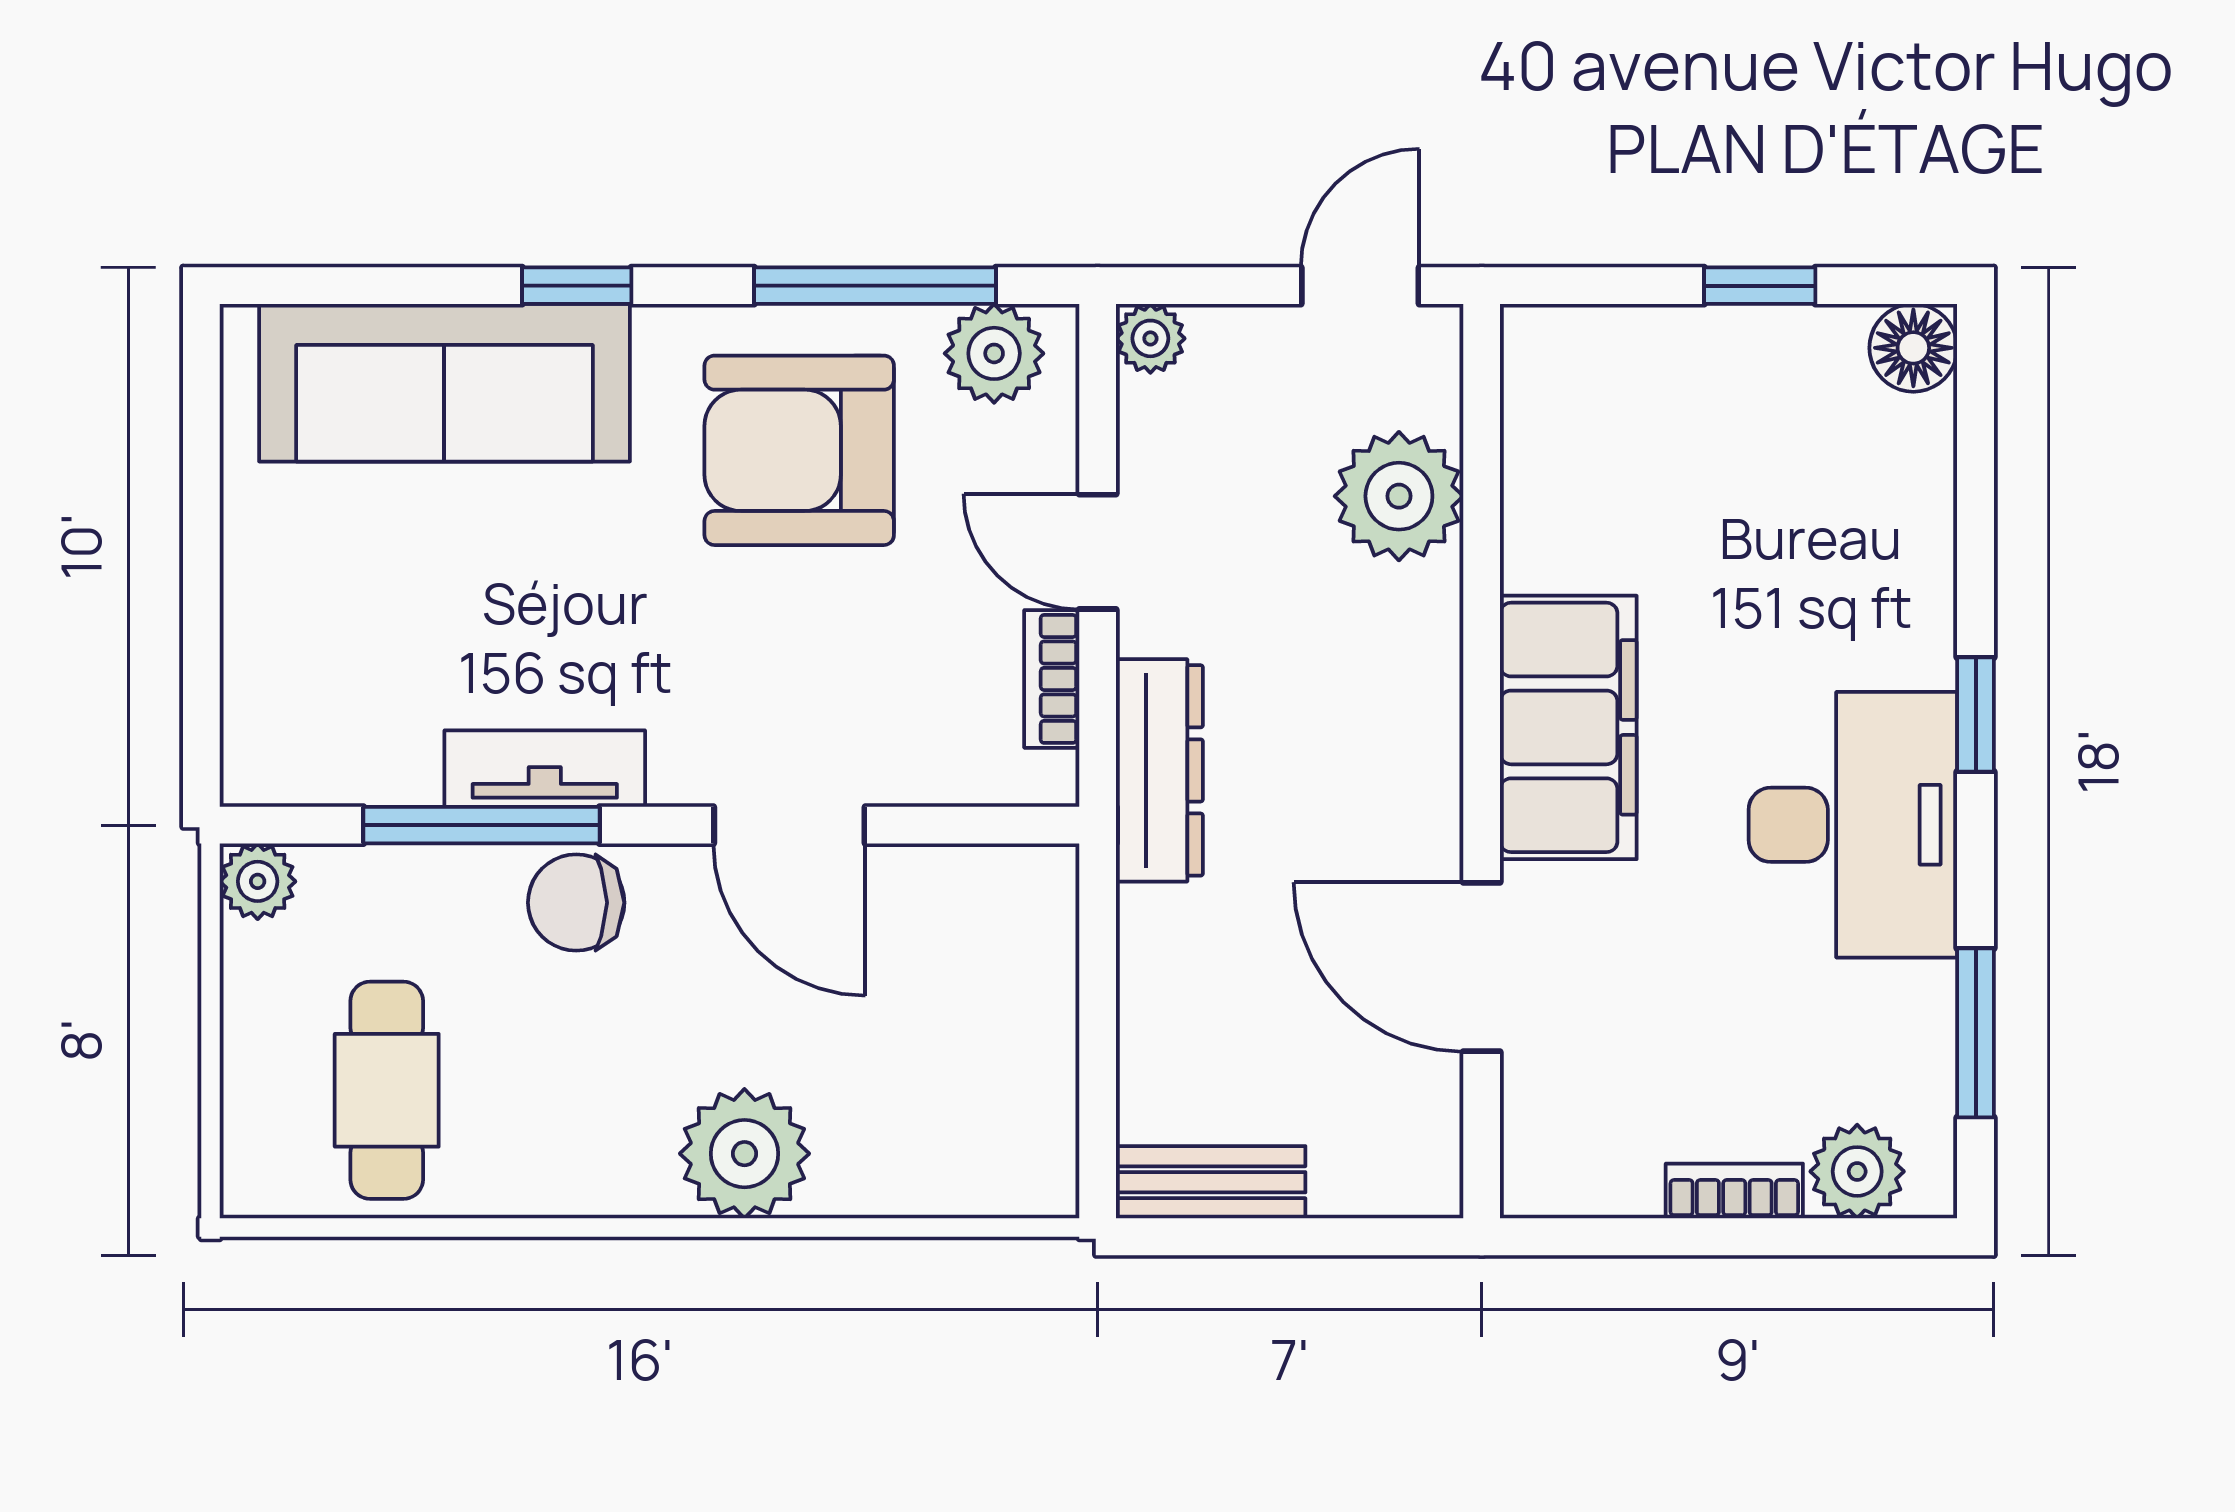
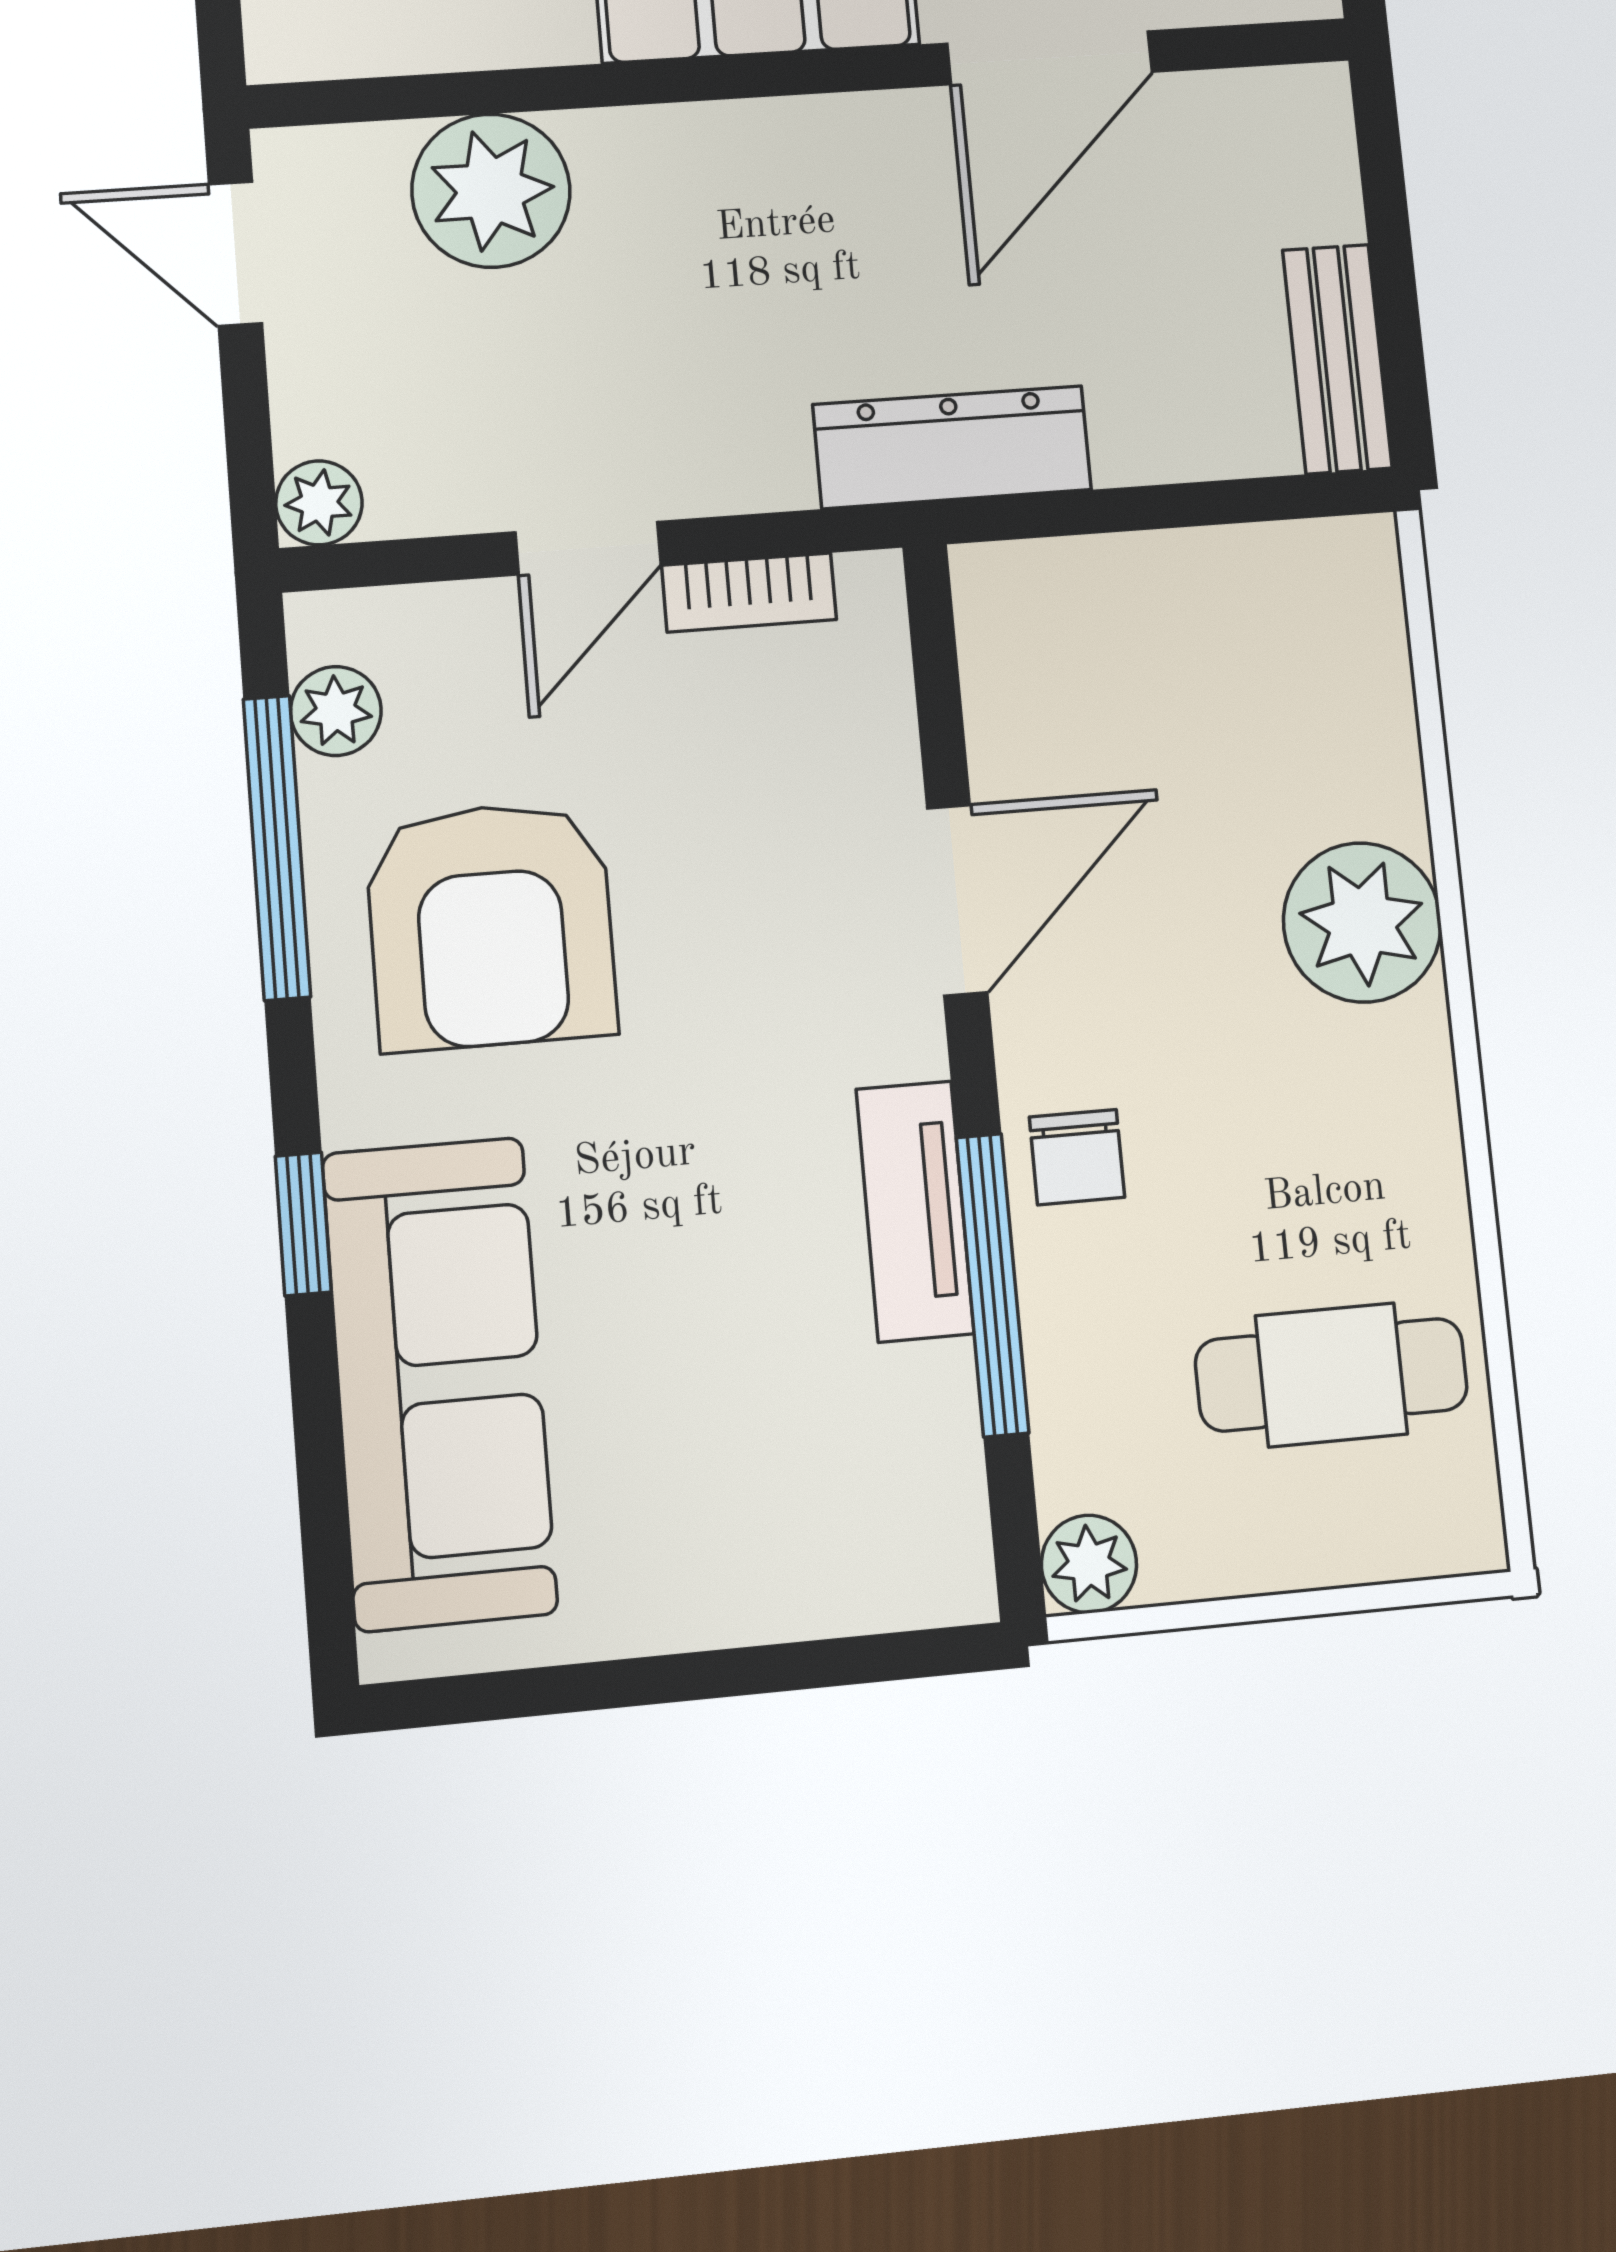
plant: (994, 353) -> (336, 711), width x0.73, depth x0.73
dresser: (1159, 770) -> (952, 447), moved
chair: (576, 903) -> (1077, 1157), width x0.73, depth x0.73

